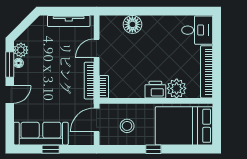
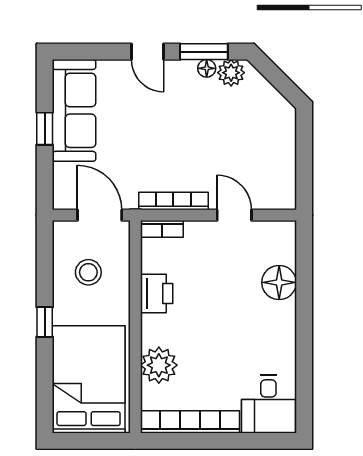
tv unit: (69, 21) -> (286, 163), removed
printer: (155, 90) -> (157, 294), moved

